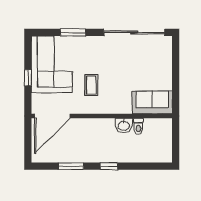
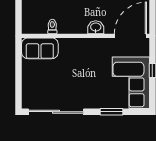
coffee table: (91, 85) -> (95, 64), removed
washbasin: (124, 125) -> (96, 27), moved

